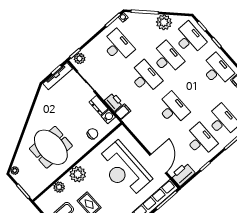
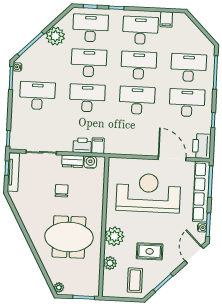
plant: (80, 58) -> (16, 139), removed
desk: (195, 89) -> (139, 65), added
chair: (92, 134) -> (62, 191), moved
reception desk: (124, 169) -> (148, 193), turned 180

